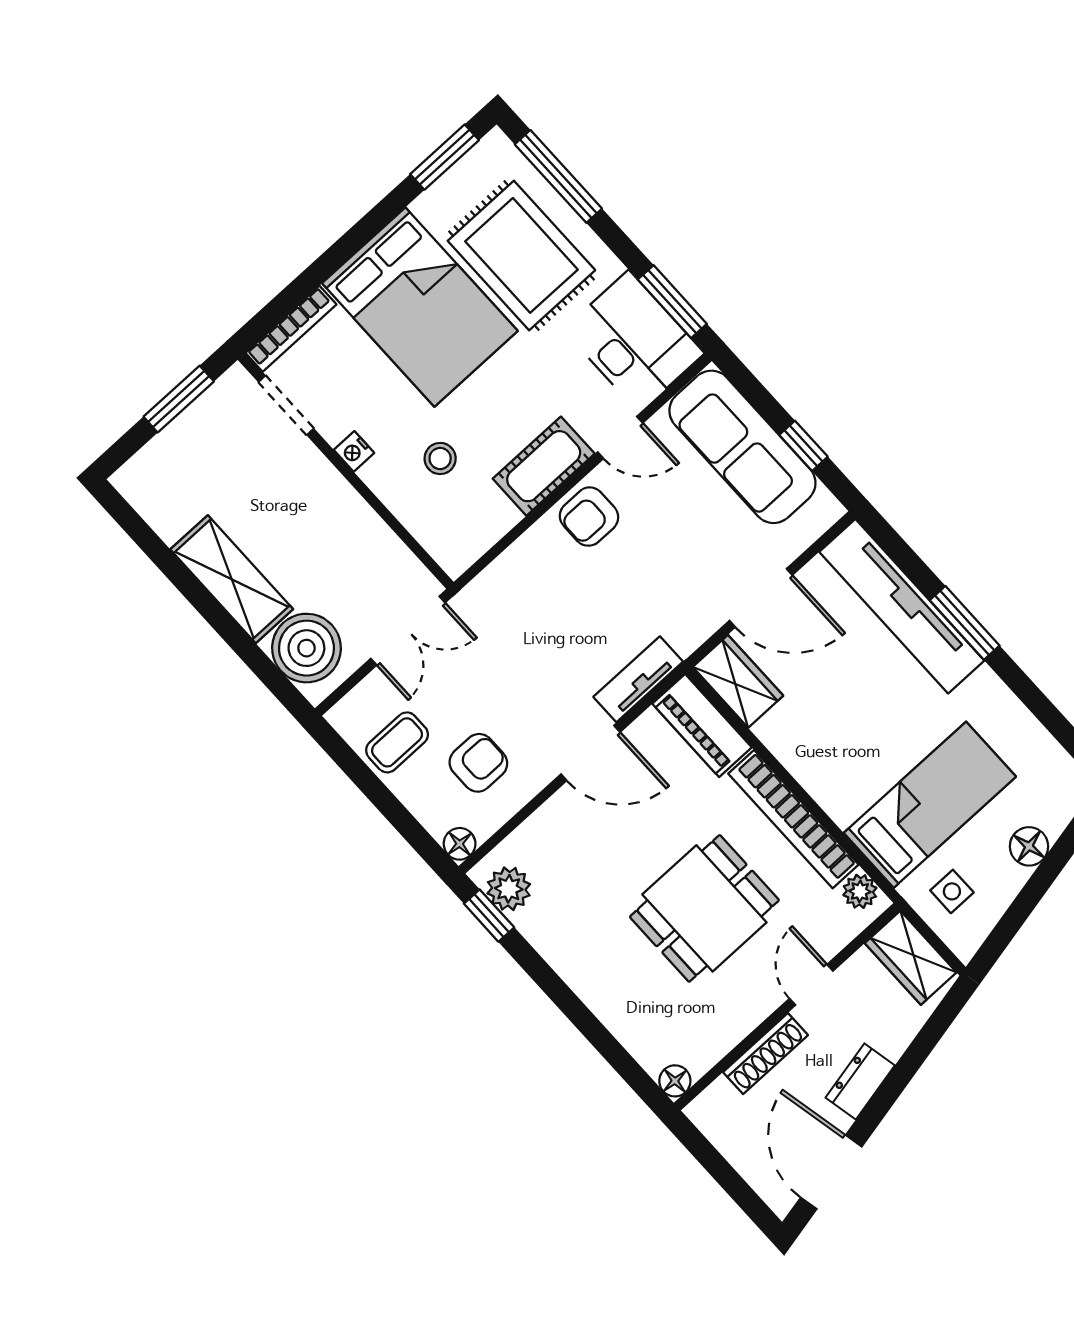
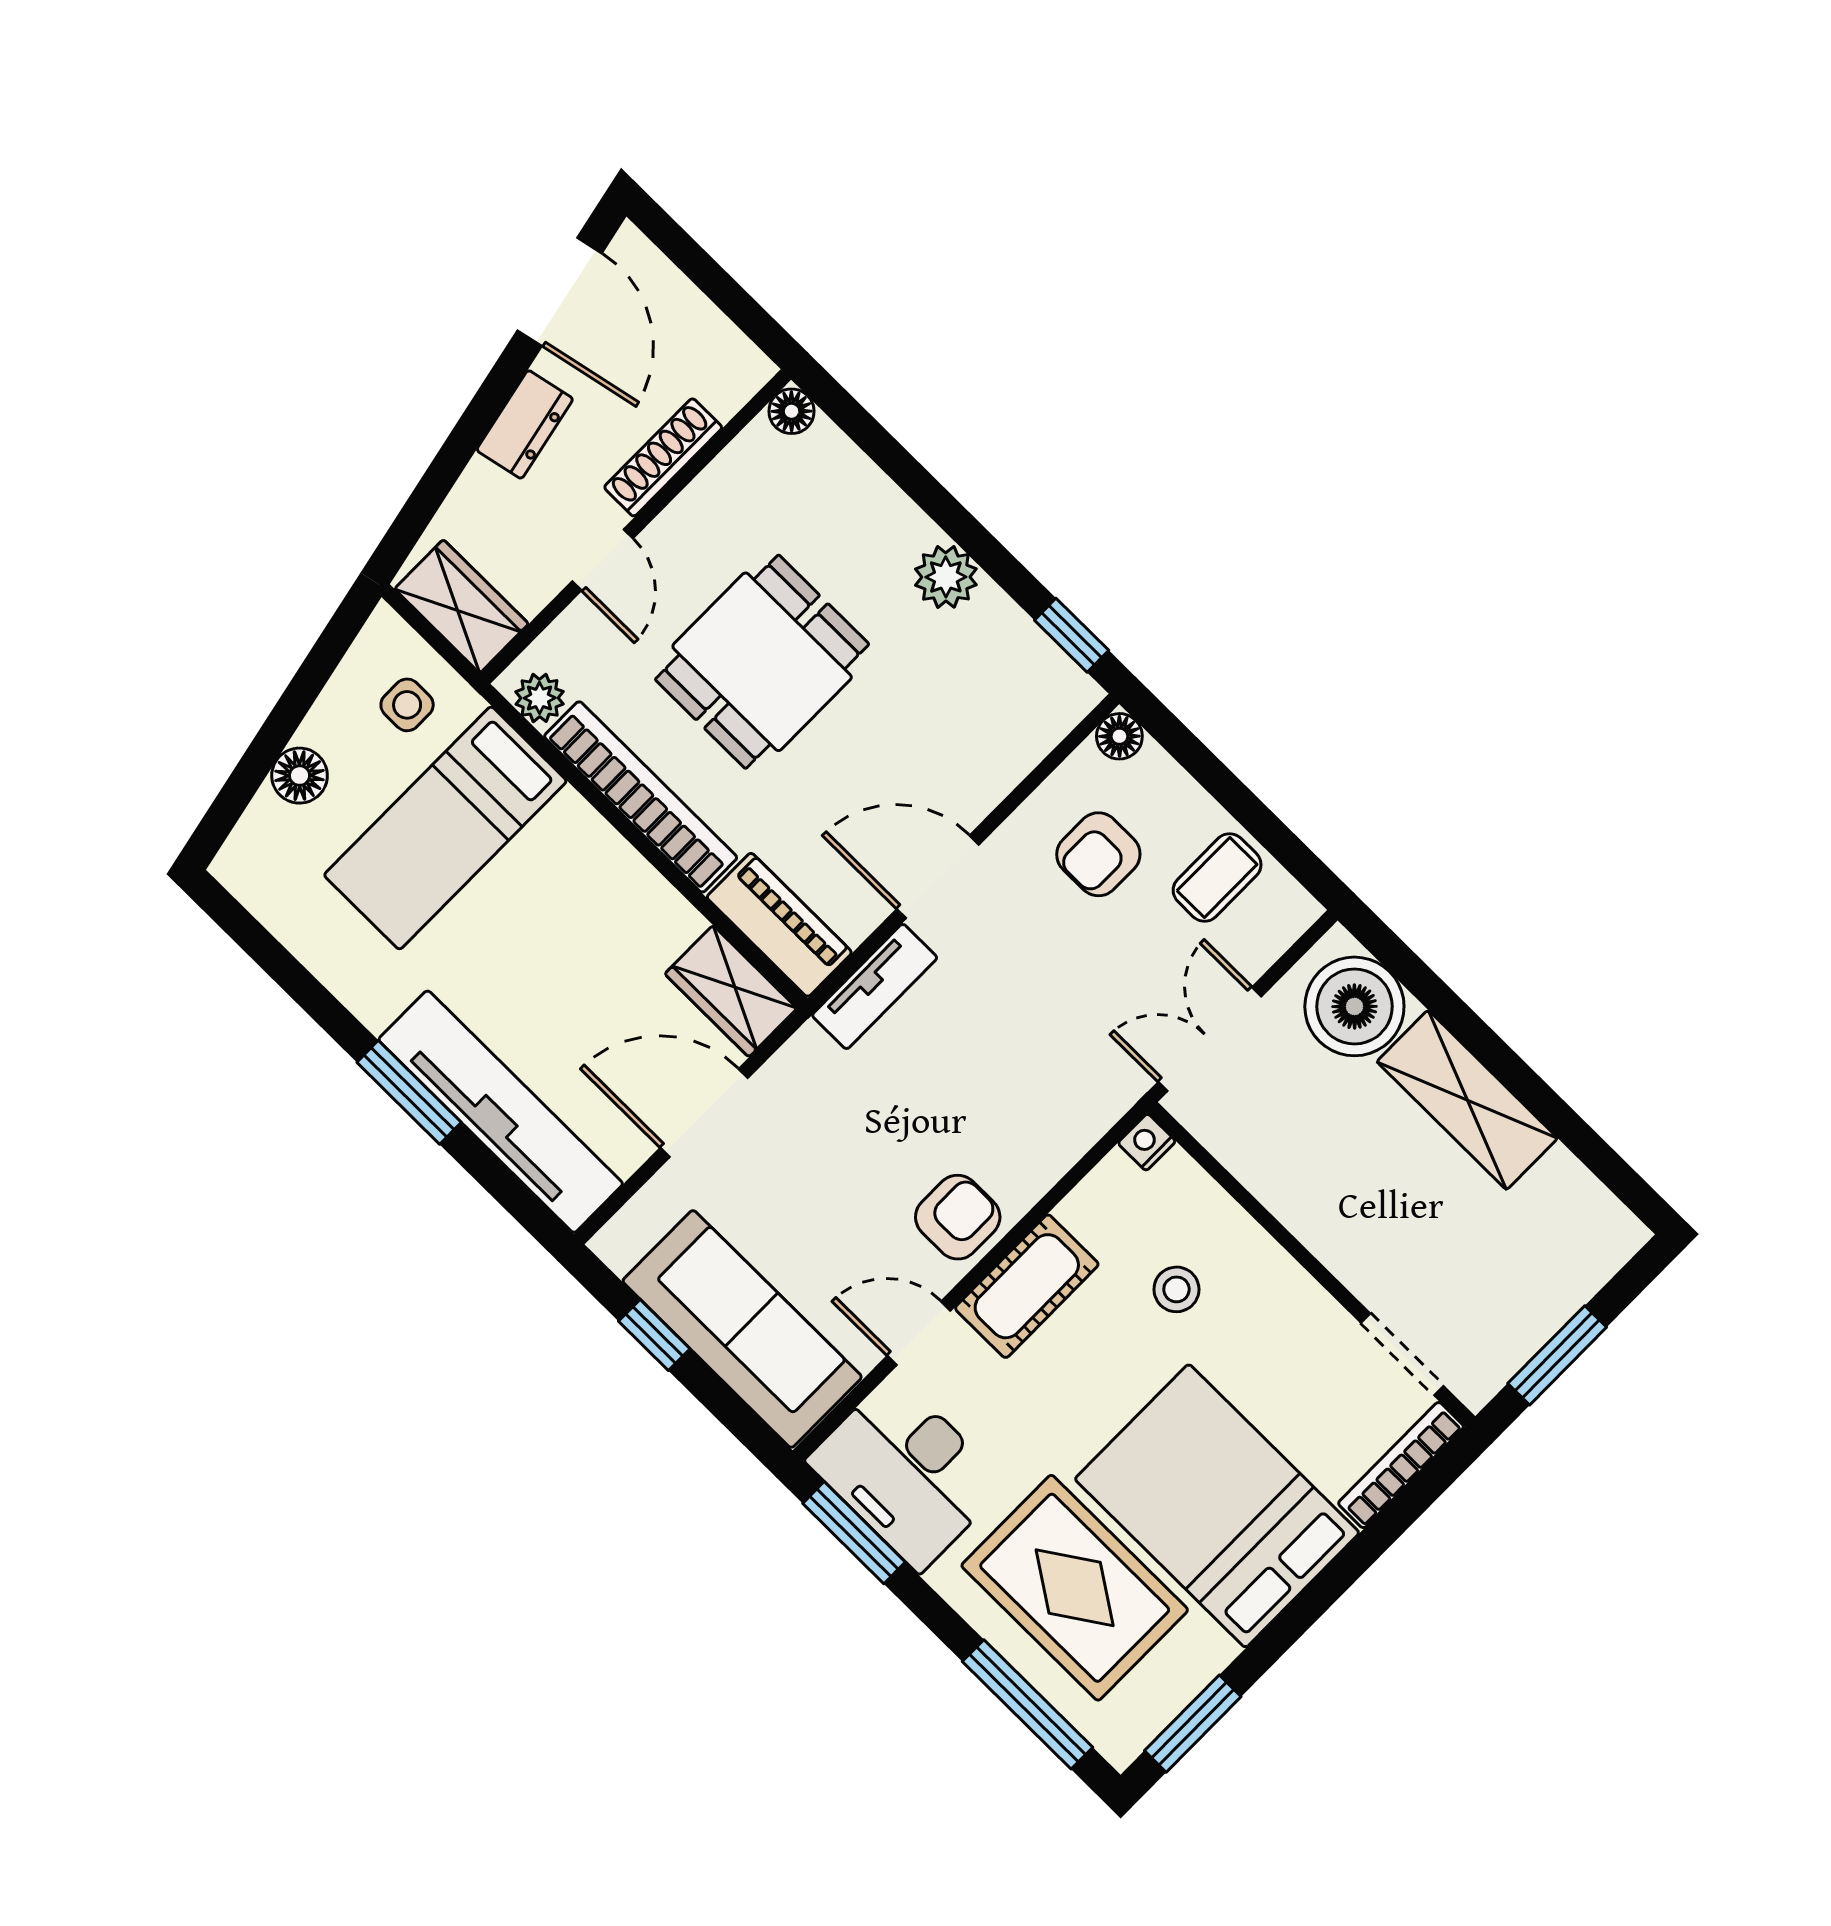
nightstand: (354, 451) -> (1147, 1142), moved, turned -90
plant: (509, 889) -> (946, 577), moved

